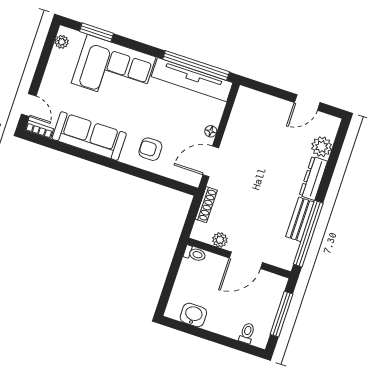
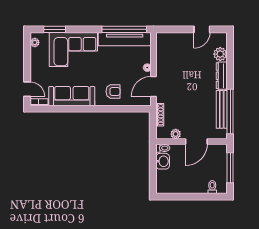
armchair: (150, 149) -> (113, 91), turned 180
bench: (300, 219) -> (222, 109), width x1.36
washbasin: (193, 315) -> (163, 161), moved, turned 90

